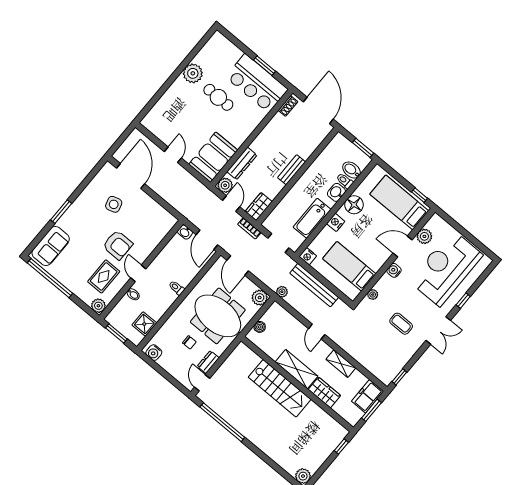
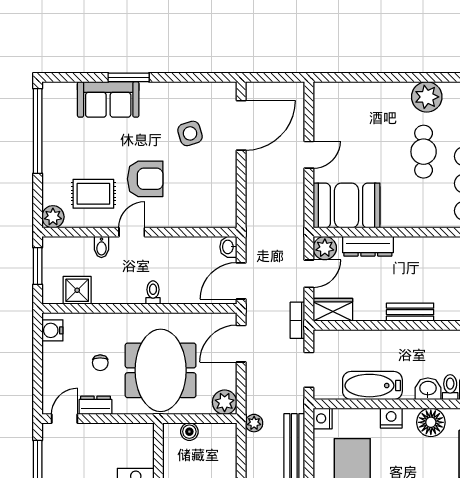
armchair: (118, 245) -> (145, 179), turned -90
sofa: (51, 246) -> (108, 99), moved

